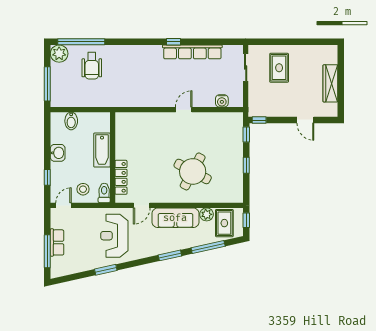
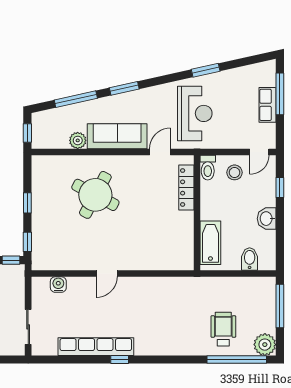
bathtub: (102, 150) -> (210, 243), moved
rug: (224, 223) -> (55, 129), removed

